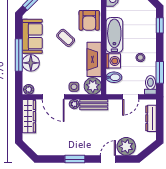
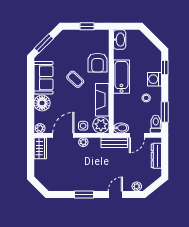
window: (19, 55) -> (31, 96), removed
washing machine: (113, 61) -> (154, 79), moved, turned 180
bidet: (114, 77) -> (121, 128), moved
door: (53, 97) -> (63, 135), swing flipped
bench: (94, 105) -> (114, 143), moved
wardrobe: (29, 116) -> (40, 148), width x0.67
plant: (126, 146) -> (137, 186), width x0.53, depth x0.53

